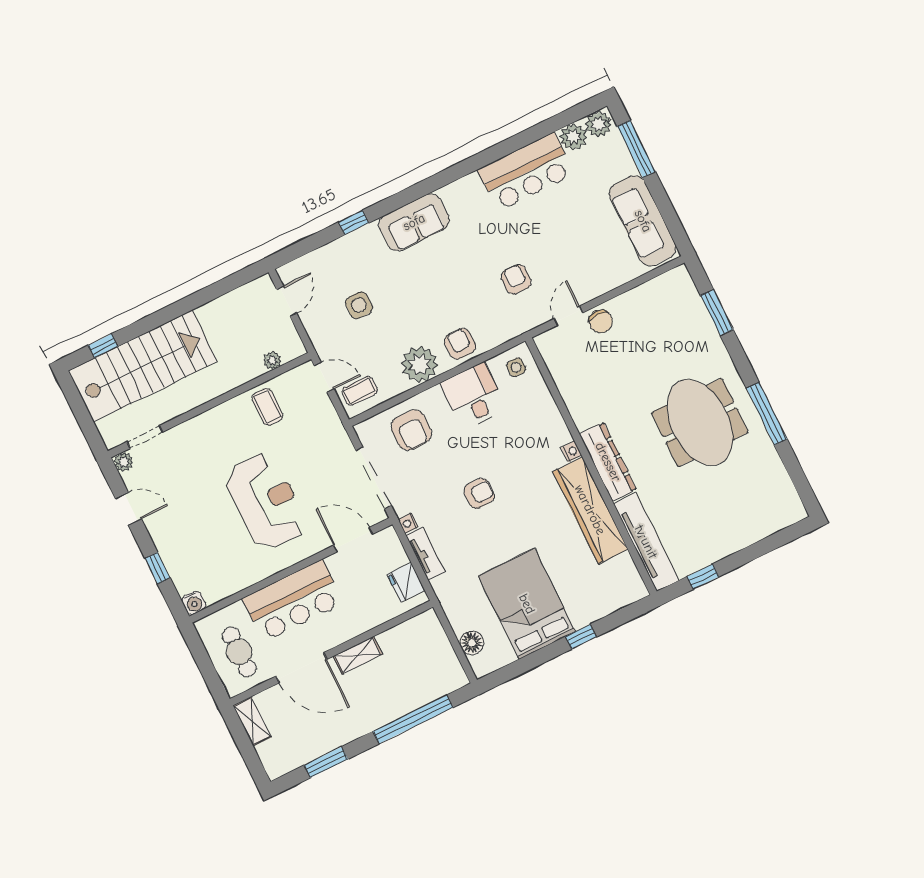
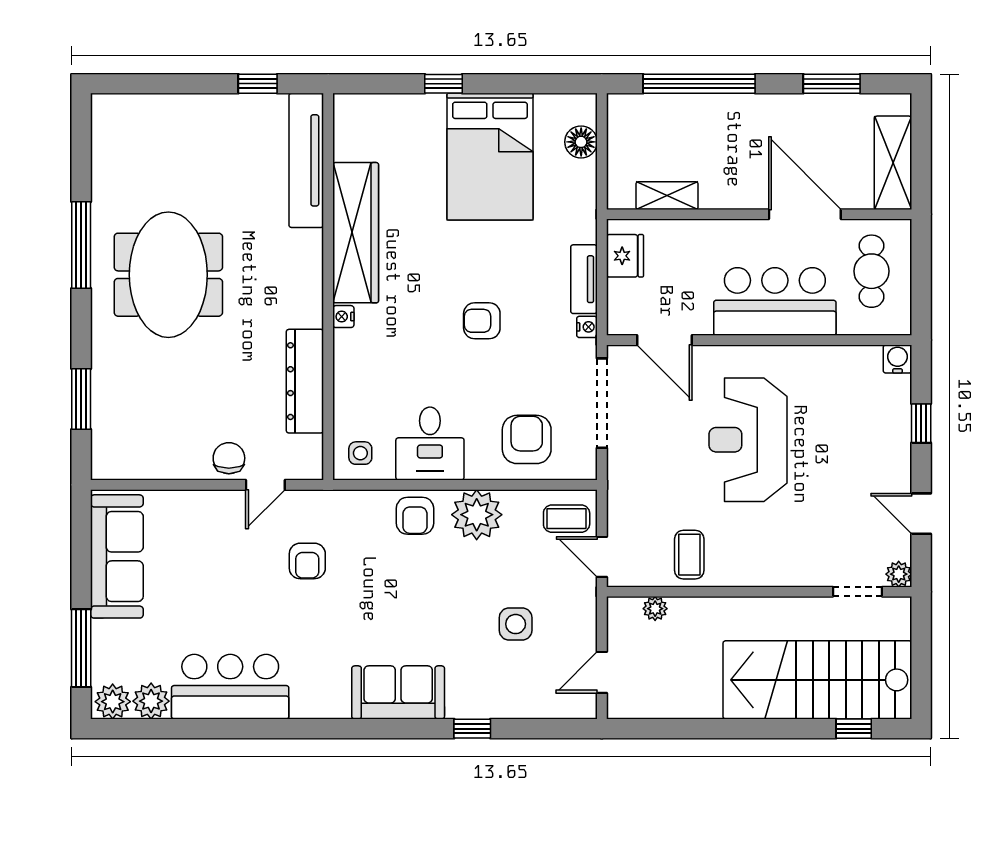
dresser: (608, 462) -> (305, 381), moved
shelving: (358, 655) -> (667, 196), moved
shelving: (252, 721) -> (893, 163), width x1.50, depth x1.33

